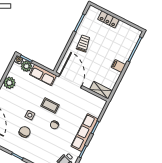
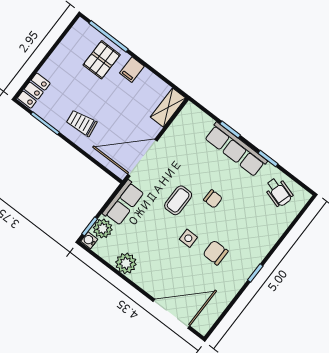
locker: (108, 19) -> (34, 91), moved
pallet: (121, 48) -> (102, 60), added

